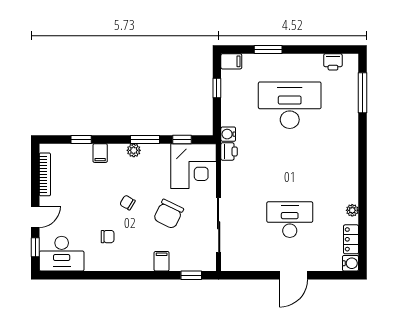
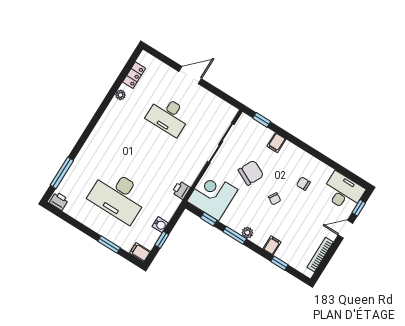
printer: (333, 62) -> (59, 201), moved
water cooler: (228, 134) -> (160, 225), moved
water cooler: (350, 263) -> (145, 59), removed

